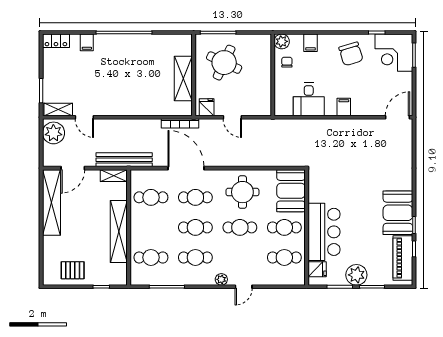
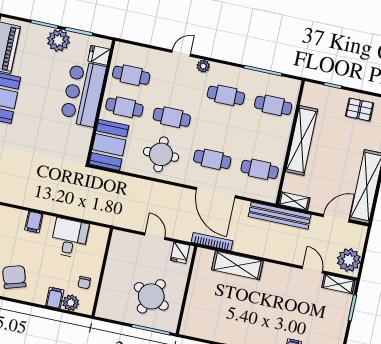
plant: (282, 41) -> (71, 303), moved
shelving: (183, 78) -> (237, 265), moved, turned 90
cafe table: (195, 227) -> (219, 127), removed

